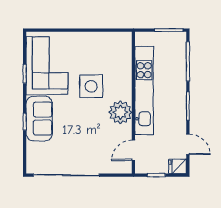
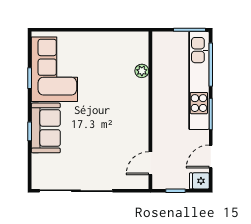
side table: (91, 86) -> (103, 92), removed
kitchen unit: (144, 90) -> (199, 80), moved, turned 180
plant: (120, 112) -> (142, 71), moved, width x0.53, depth x0.53
door: (188, 144) -> (211, 157), swing flipped

